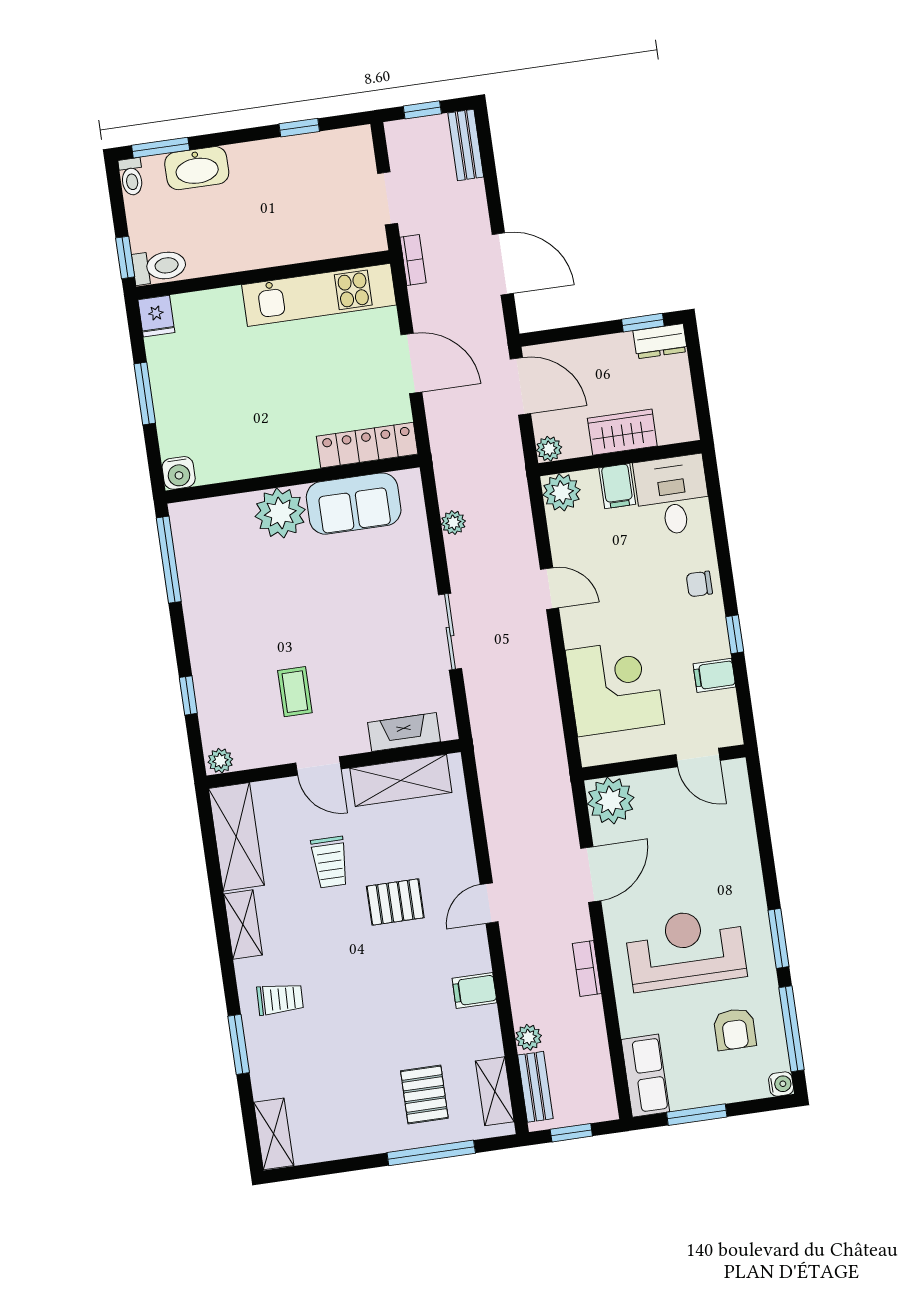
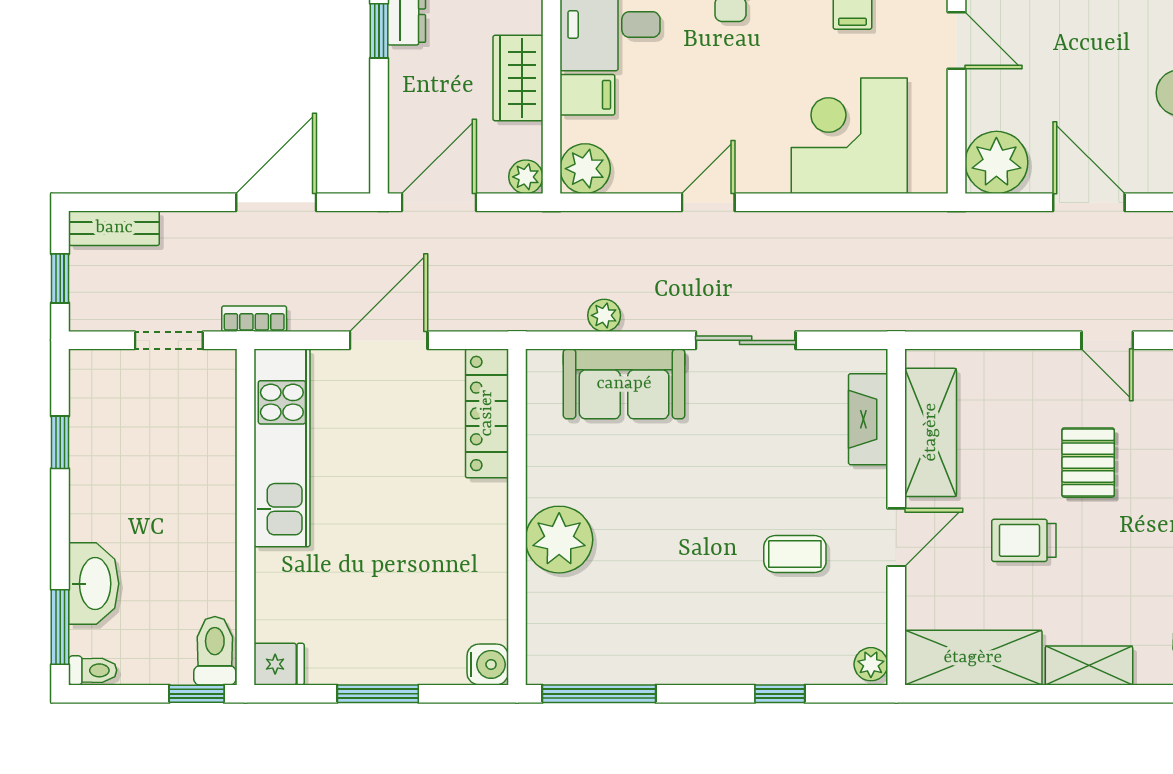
sofa: (354, 504) -> (624, 384), moved, turned 90
door: (698, 758) -> (957, 41), hinge flipped
trolley: (330, 862) -> (1024, 540), turned 180

